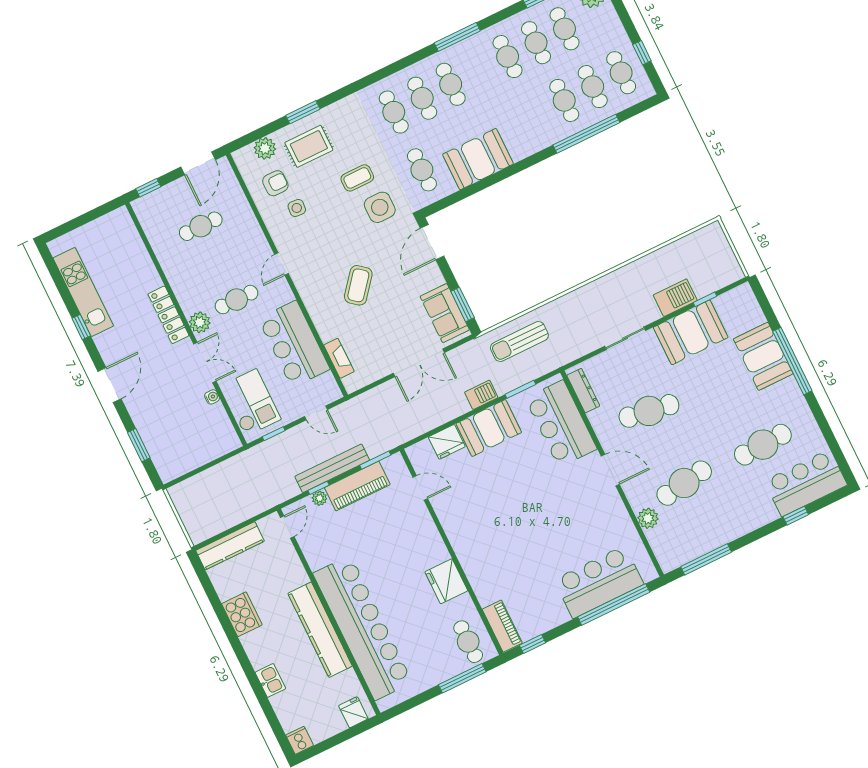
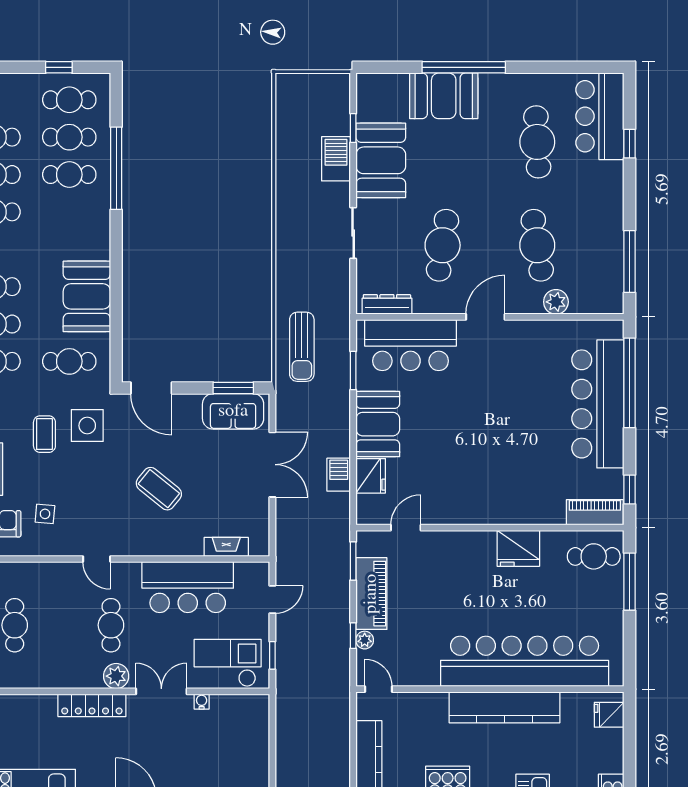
barbecue: (481, 395) -> (339, 475), moved
bench: (332, 468) -> (339, 611), removed
bar counter: (599, 582) -> (598, 404), width x1.36

